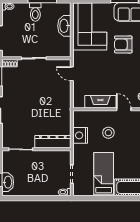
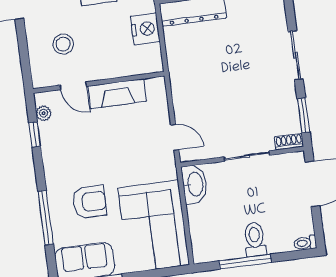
washbasin: (64, 26) -> (195, 184), moved
stool: (108, 133) -> (63, 44), moved

